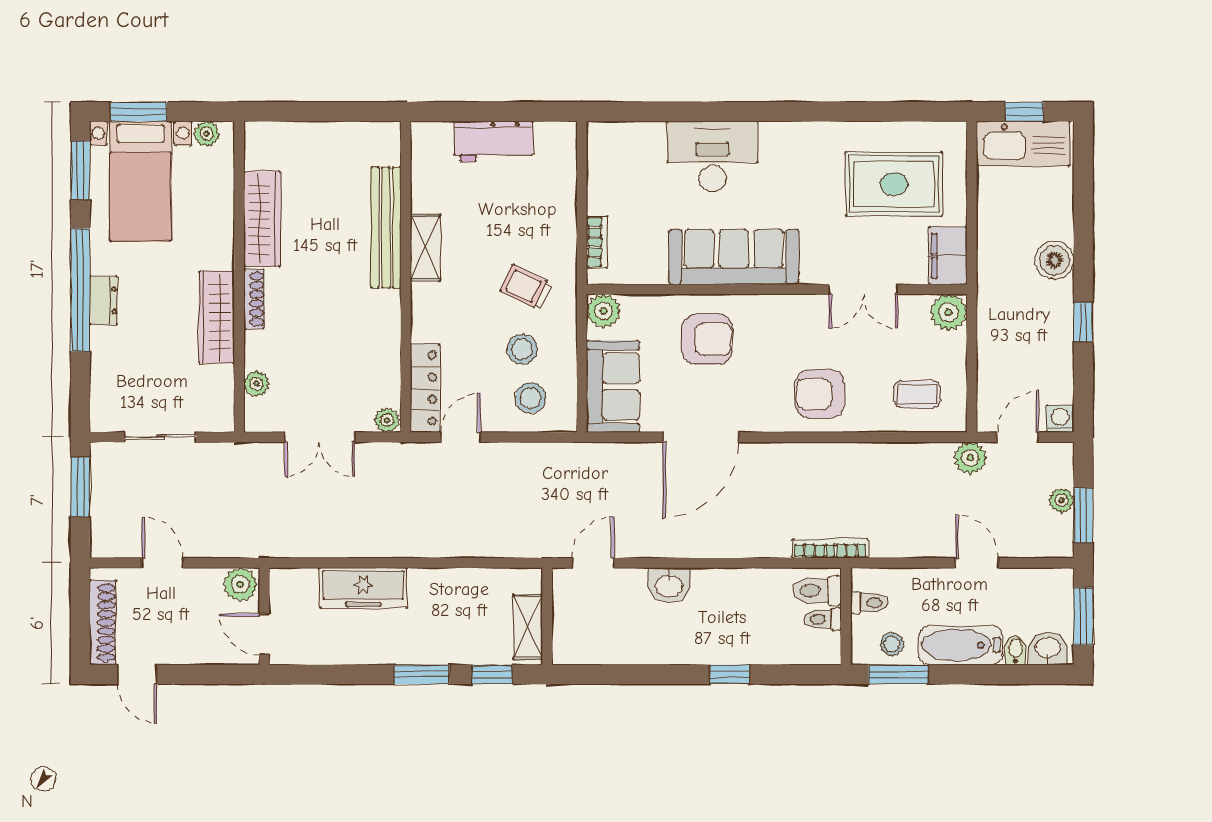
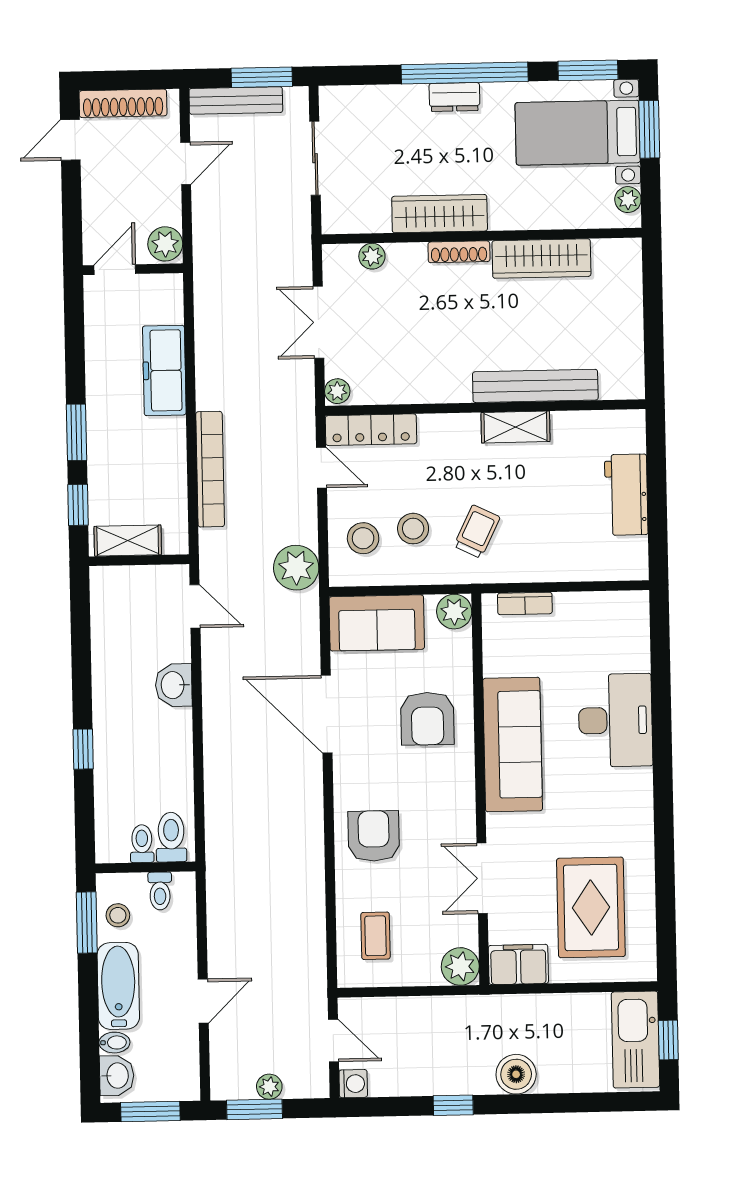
plant: (970, 458) -> (296, 568), moved, width x1.36, depth x1.36
bench: (102, 513) -> (236, 101), added
bookcase: (830, 548) -> (210, 469), moved, width x1.48, depth x1.31

